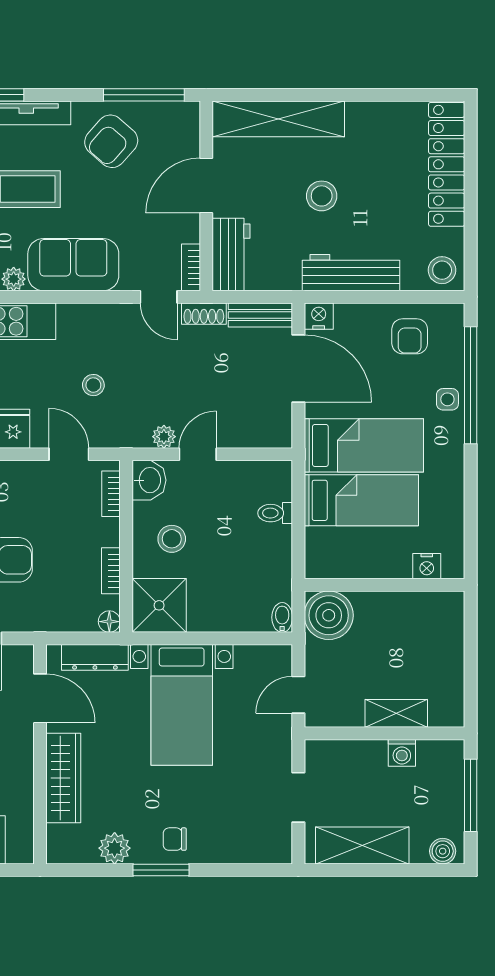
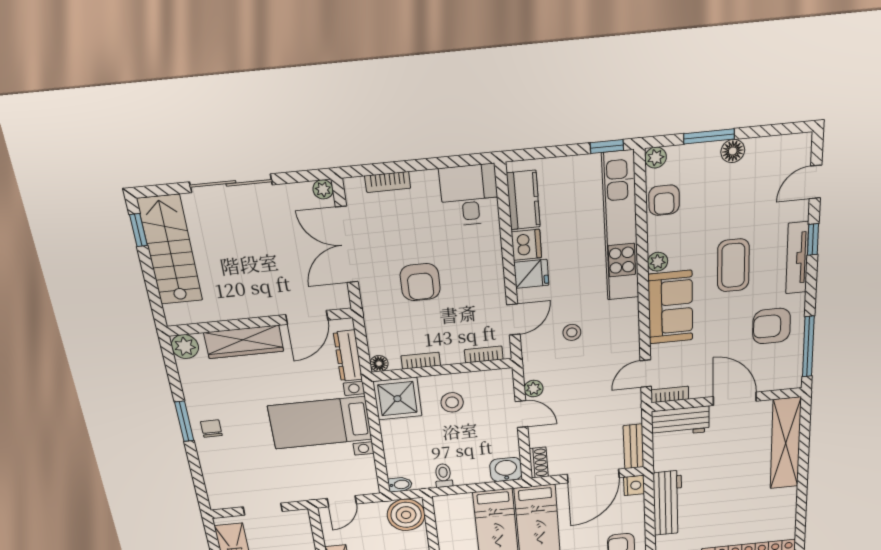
armchair: (111, 141) -> (772, 326), turned -41
stool: (322, 196) -> (726, 478), removed
shoe rack: (204, 314) -> (539, 463), moved, turned 180
washbasin: (149, 480) -> (506, 469), moved, turned 180
toilet: (275, 513) -> (443, 475), moved
door: (298, 695) -> (342, 501), swing flipped
plant: (115, 848) -> (185, 346), moved

